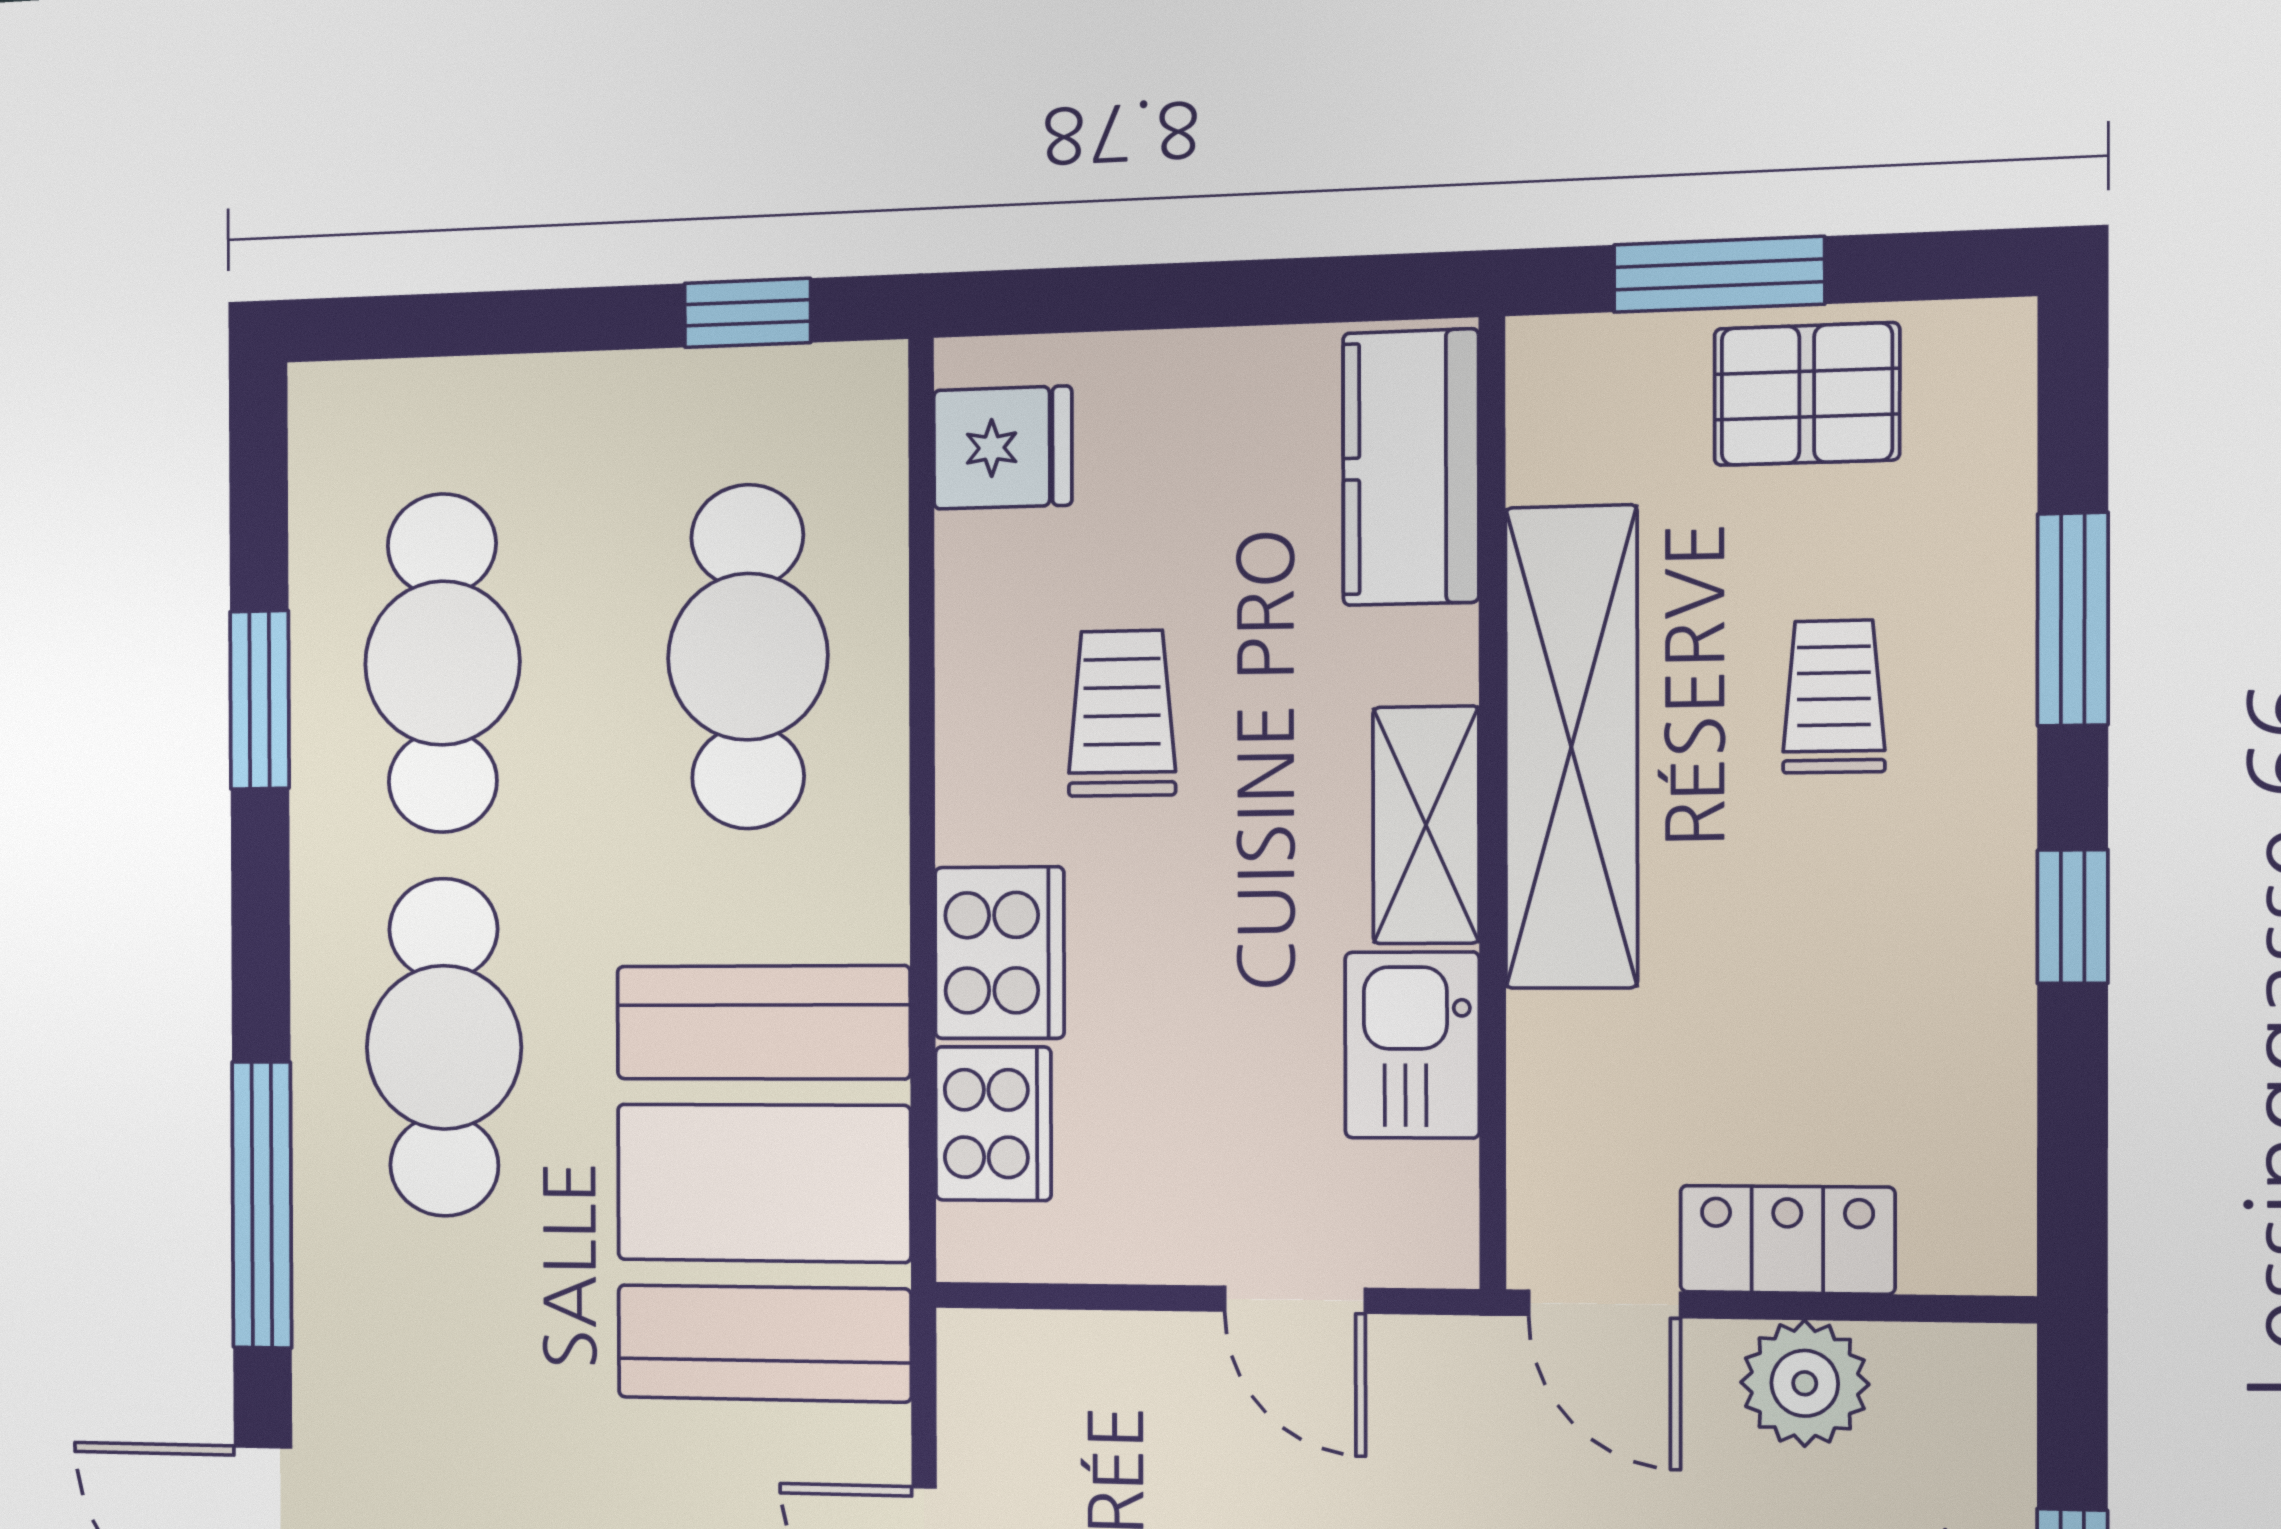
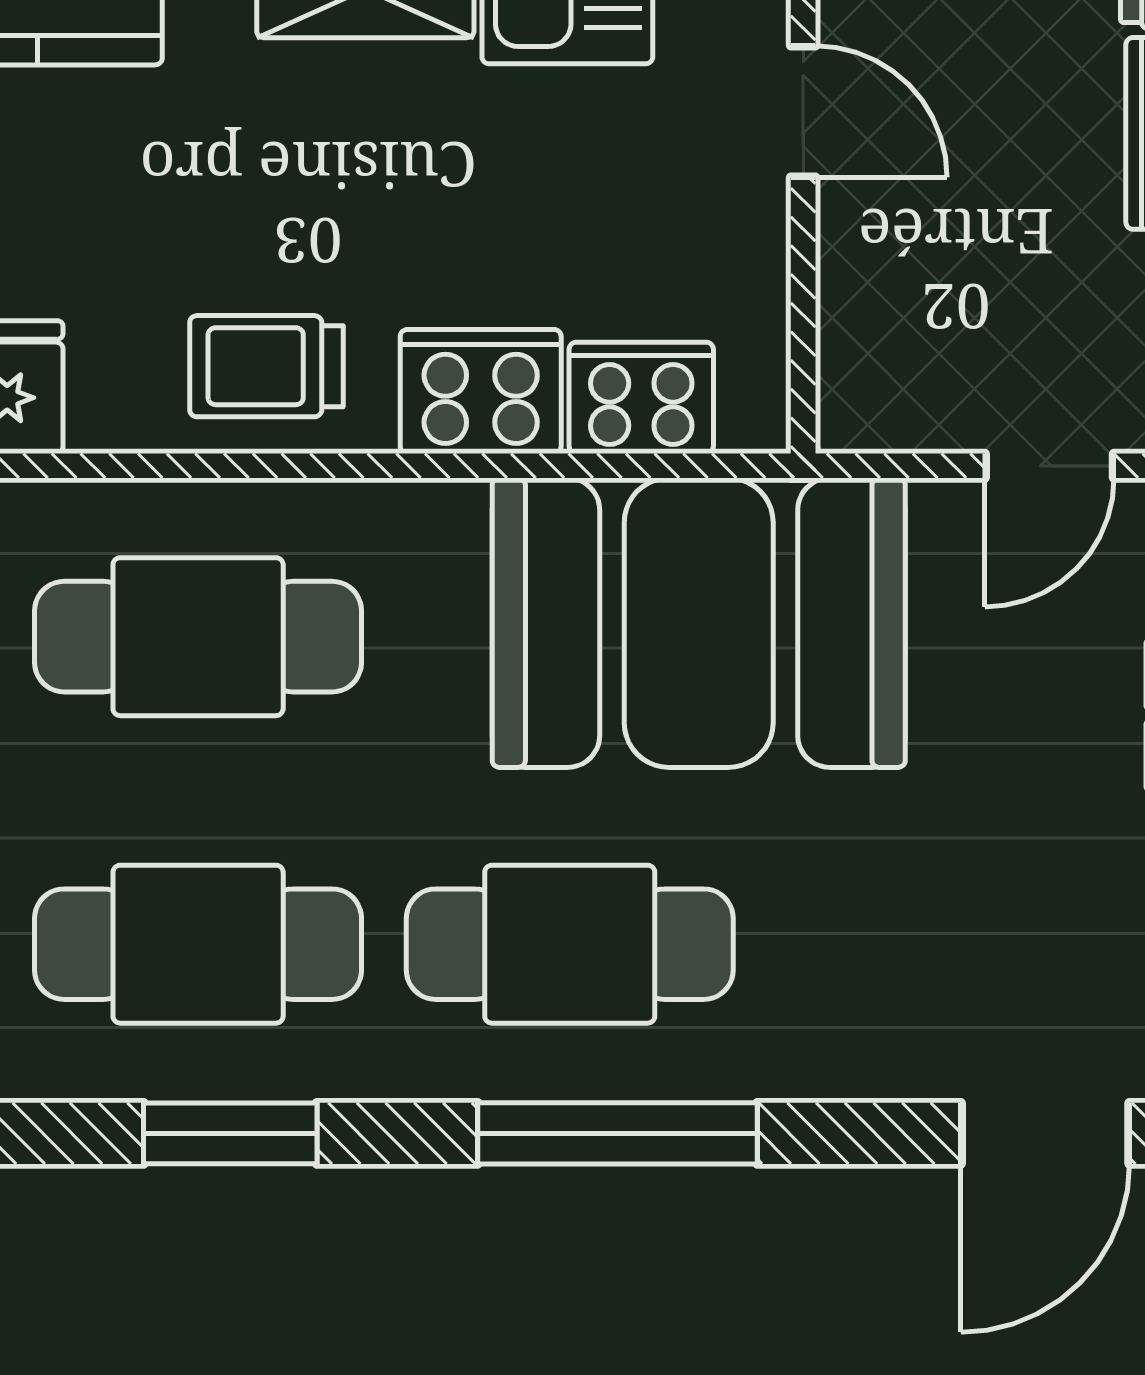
trolley: (1122, 713) -> (266, 366), moved
window: (262, 1205) -> (617, 1133), moved
door: (1295, 1300) -> (803, 111), hinge flipped

